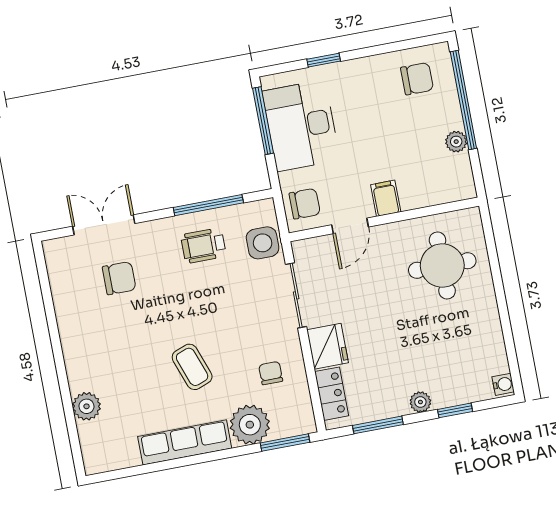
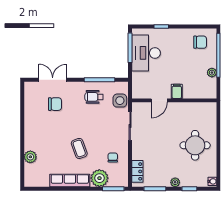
chair: (305, 204) -> (141, 87), removed
round table: (442, 266) -> (195, 145), moved
fridge: (328, 346) -> (140, 151), removed

